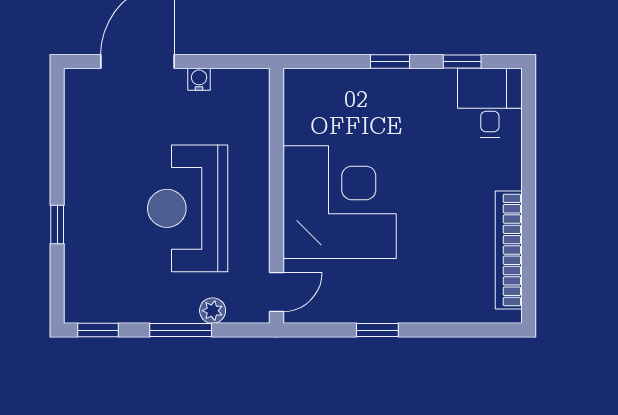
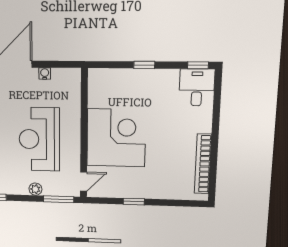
window: (462, 62) -> (198, 65), moved
plant: (213, 311) -> (35, 189), moved
window: (181, 330) -> (59, 199), moved

